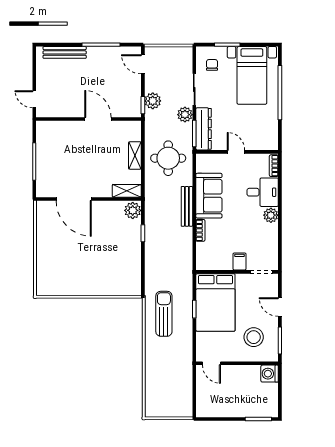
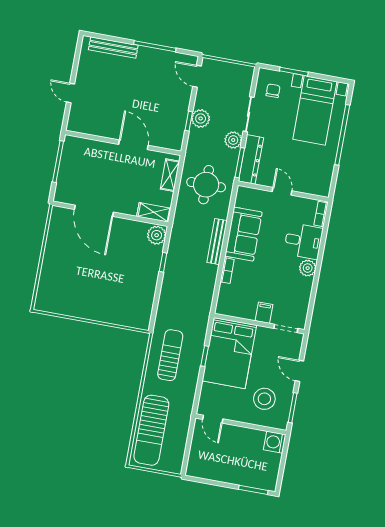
wall: (89, 119) -> (123, 143), moved
door: (98, 119) -> (133, 145), moved
sun lounger: (159, 383) -> (151, 430), added

